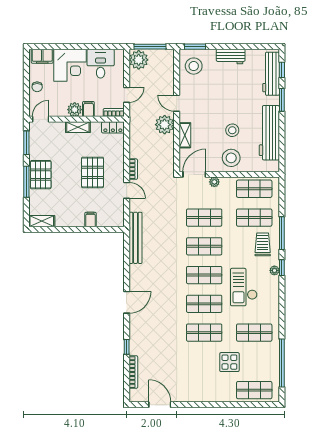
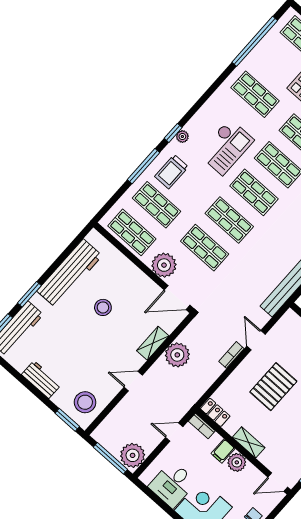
door: (177, 103) -> (133, 381), swing flipped
plant: (165, 125) -> (177, 355), moved
stool: (231, 158) -> (128, 282), removed
plant: (214, 182) -> (164, 265), width x1.88, depth x1.88

